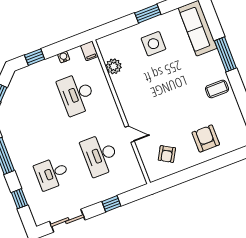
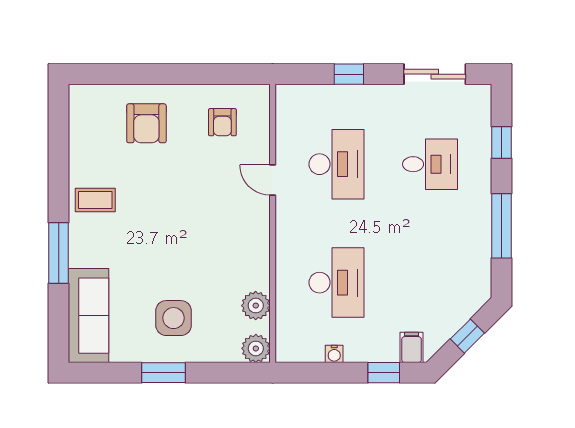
plant: (105, 44) -> (256, 348), added
filing cabinet: (89, 51) -> (412, 347), moved
armchair: (167, 154) -> (222, 122), turned 150

